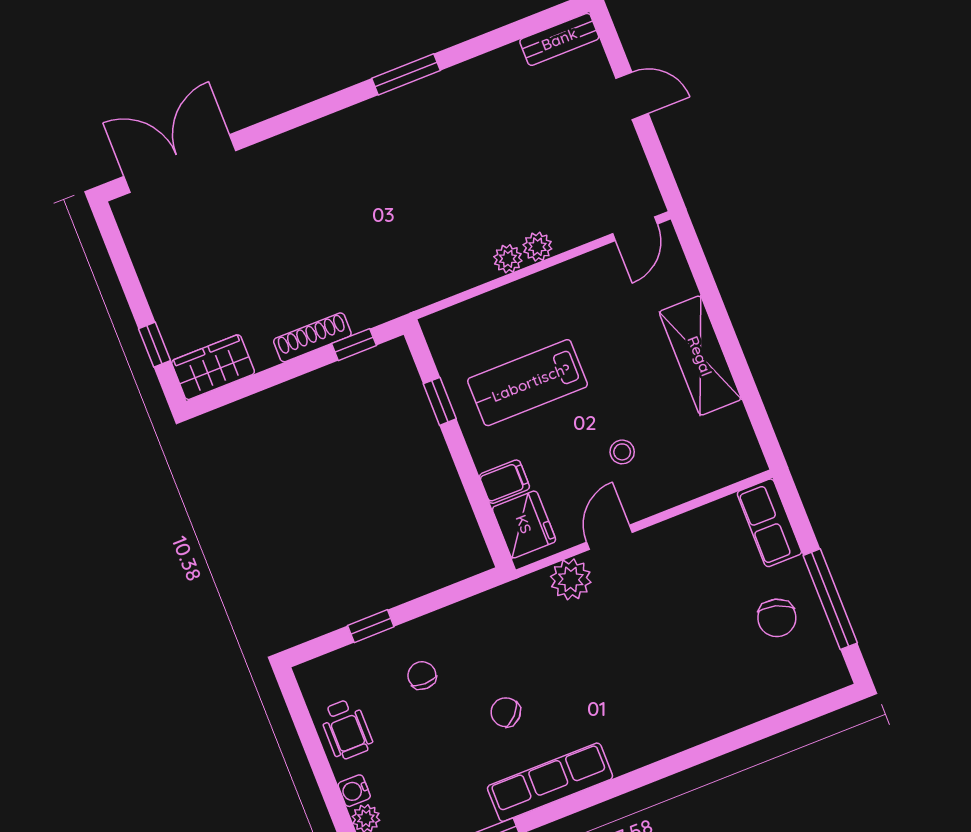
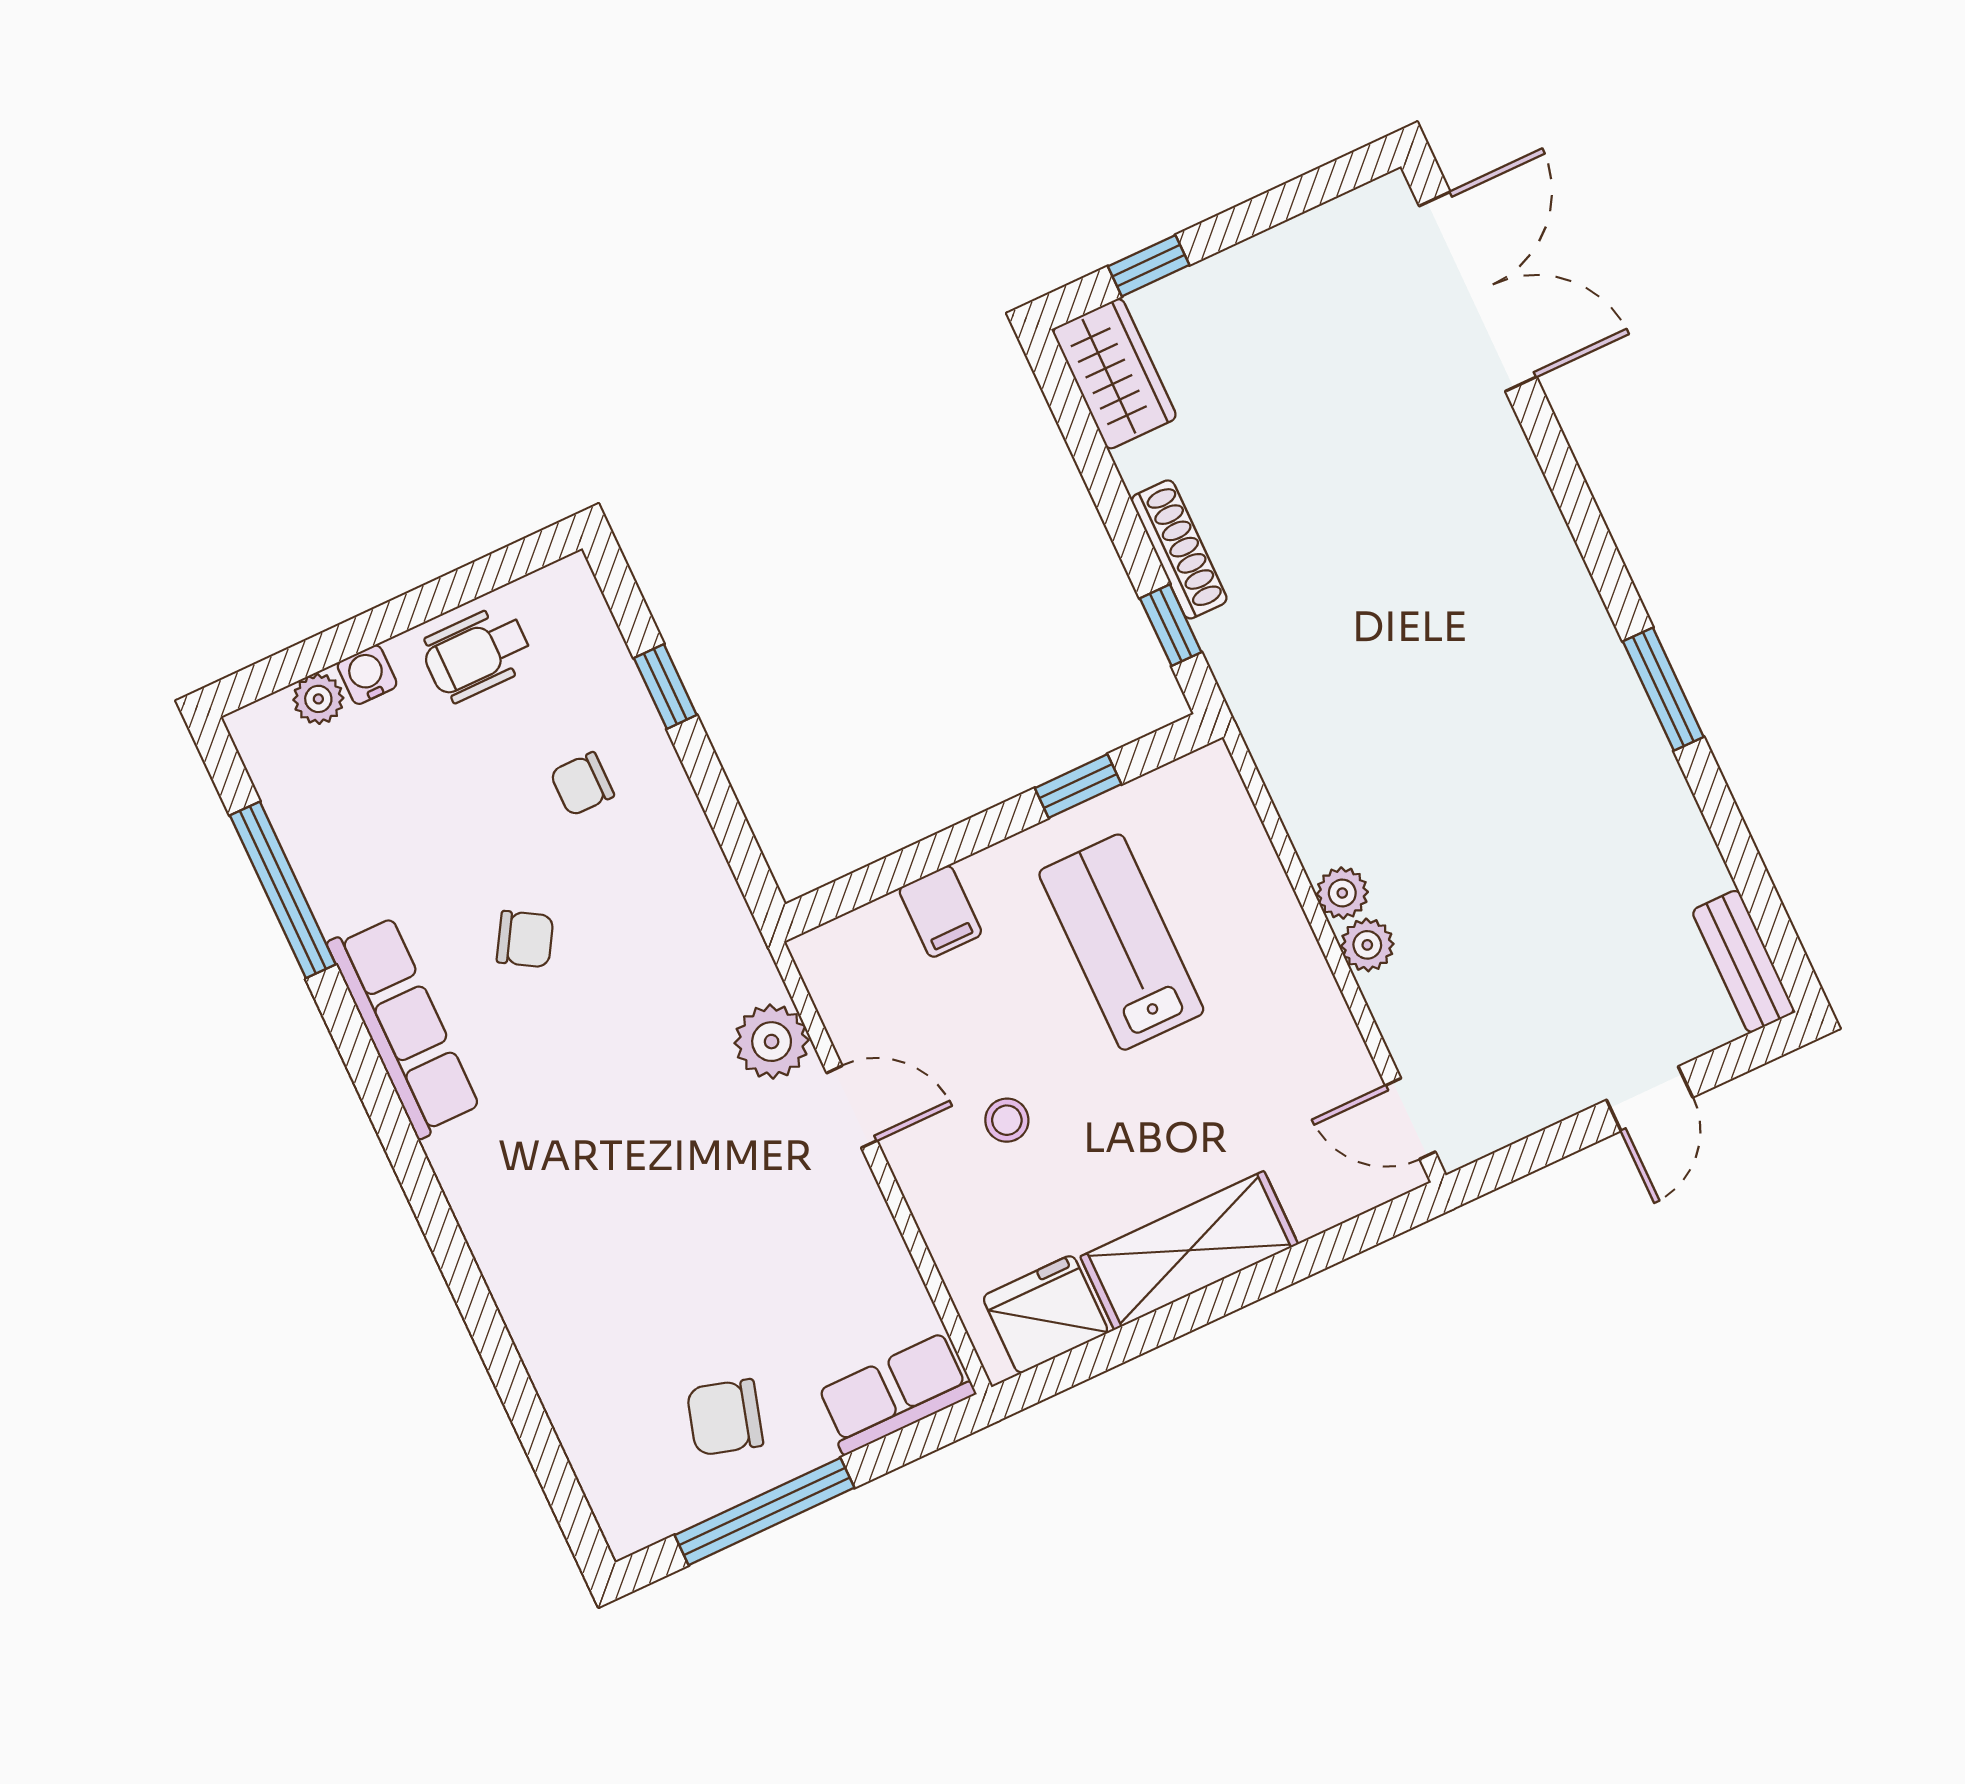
fridge: (524, 524) -> (1045, 1314), moved, turned 180
chair: (422, 675) -> (582, 784), turned 180
chair: (506, 712) -> (525, 939), turned 77

